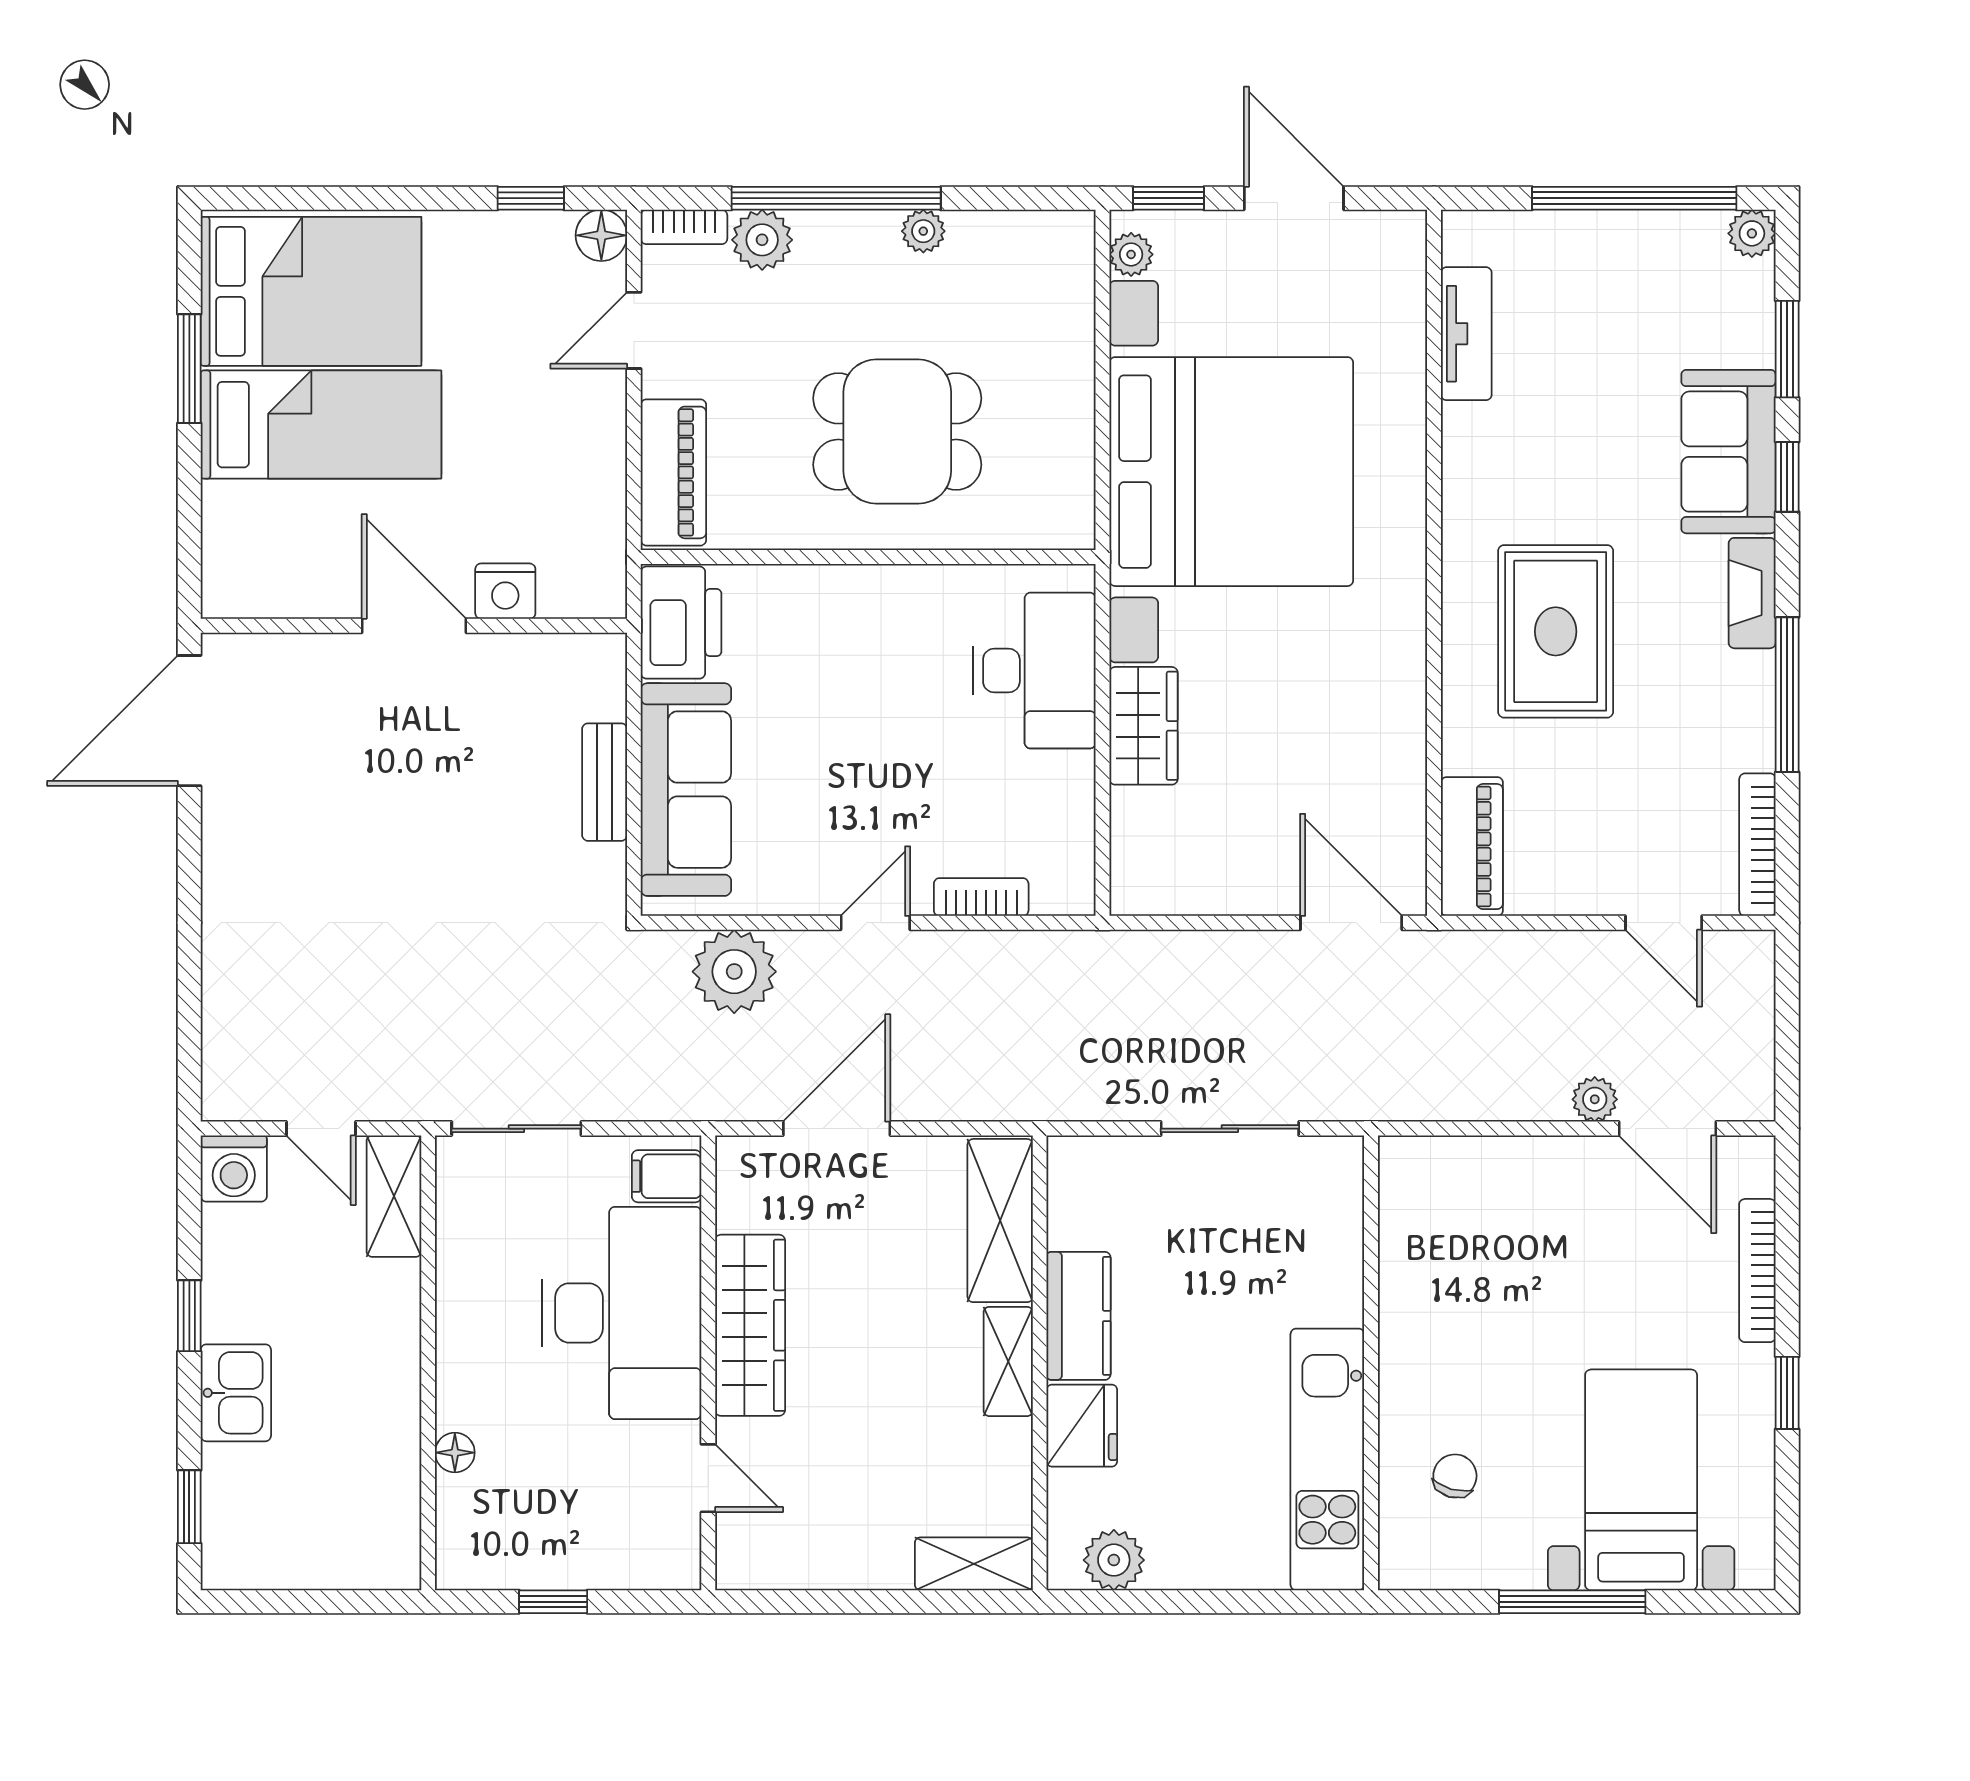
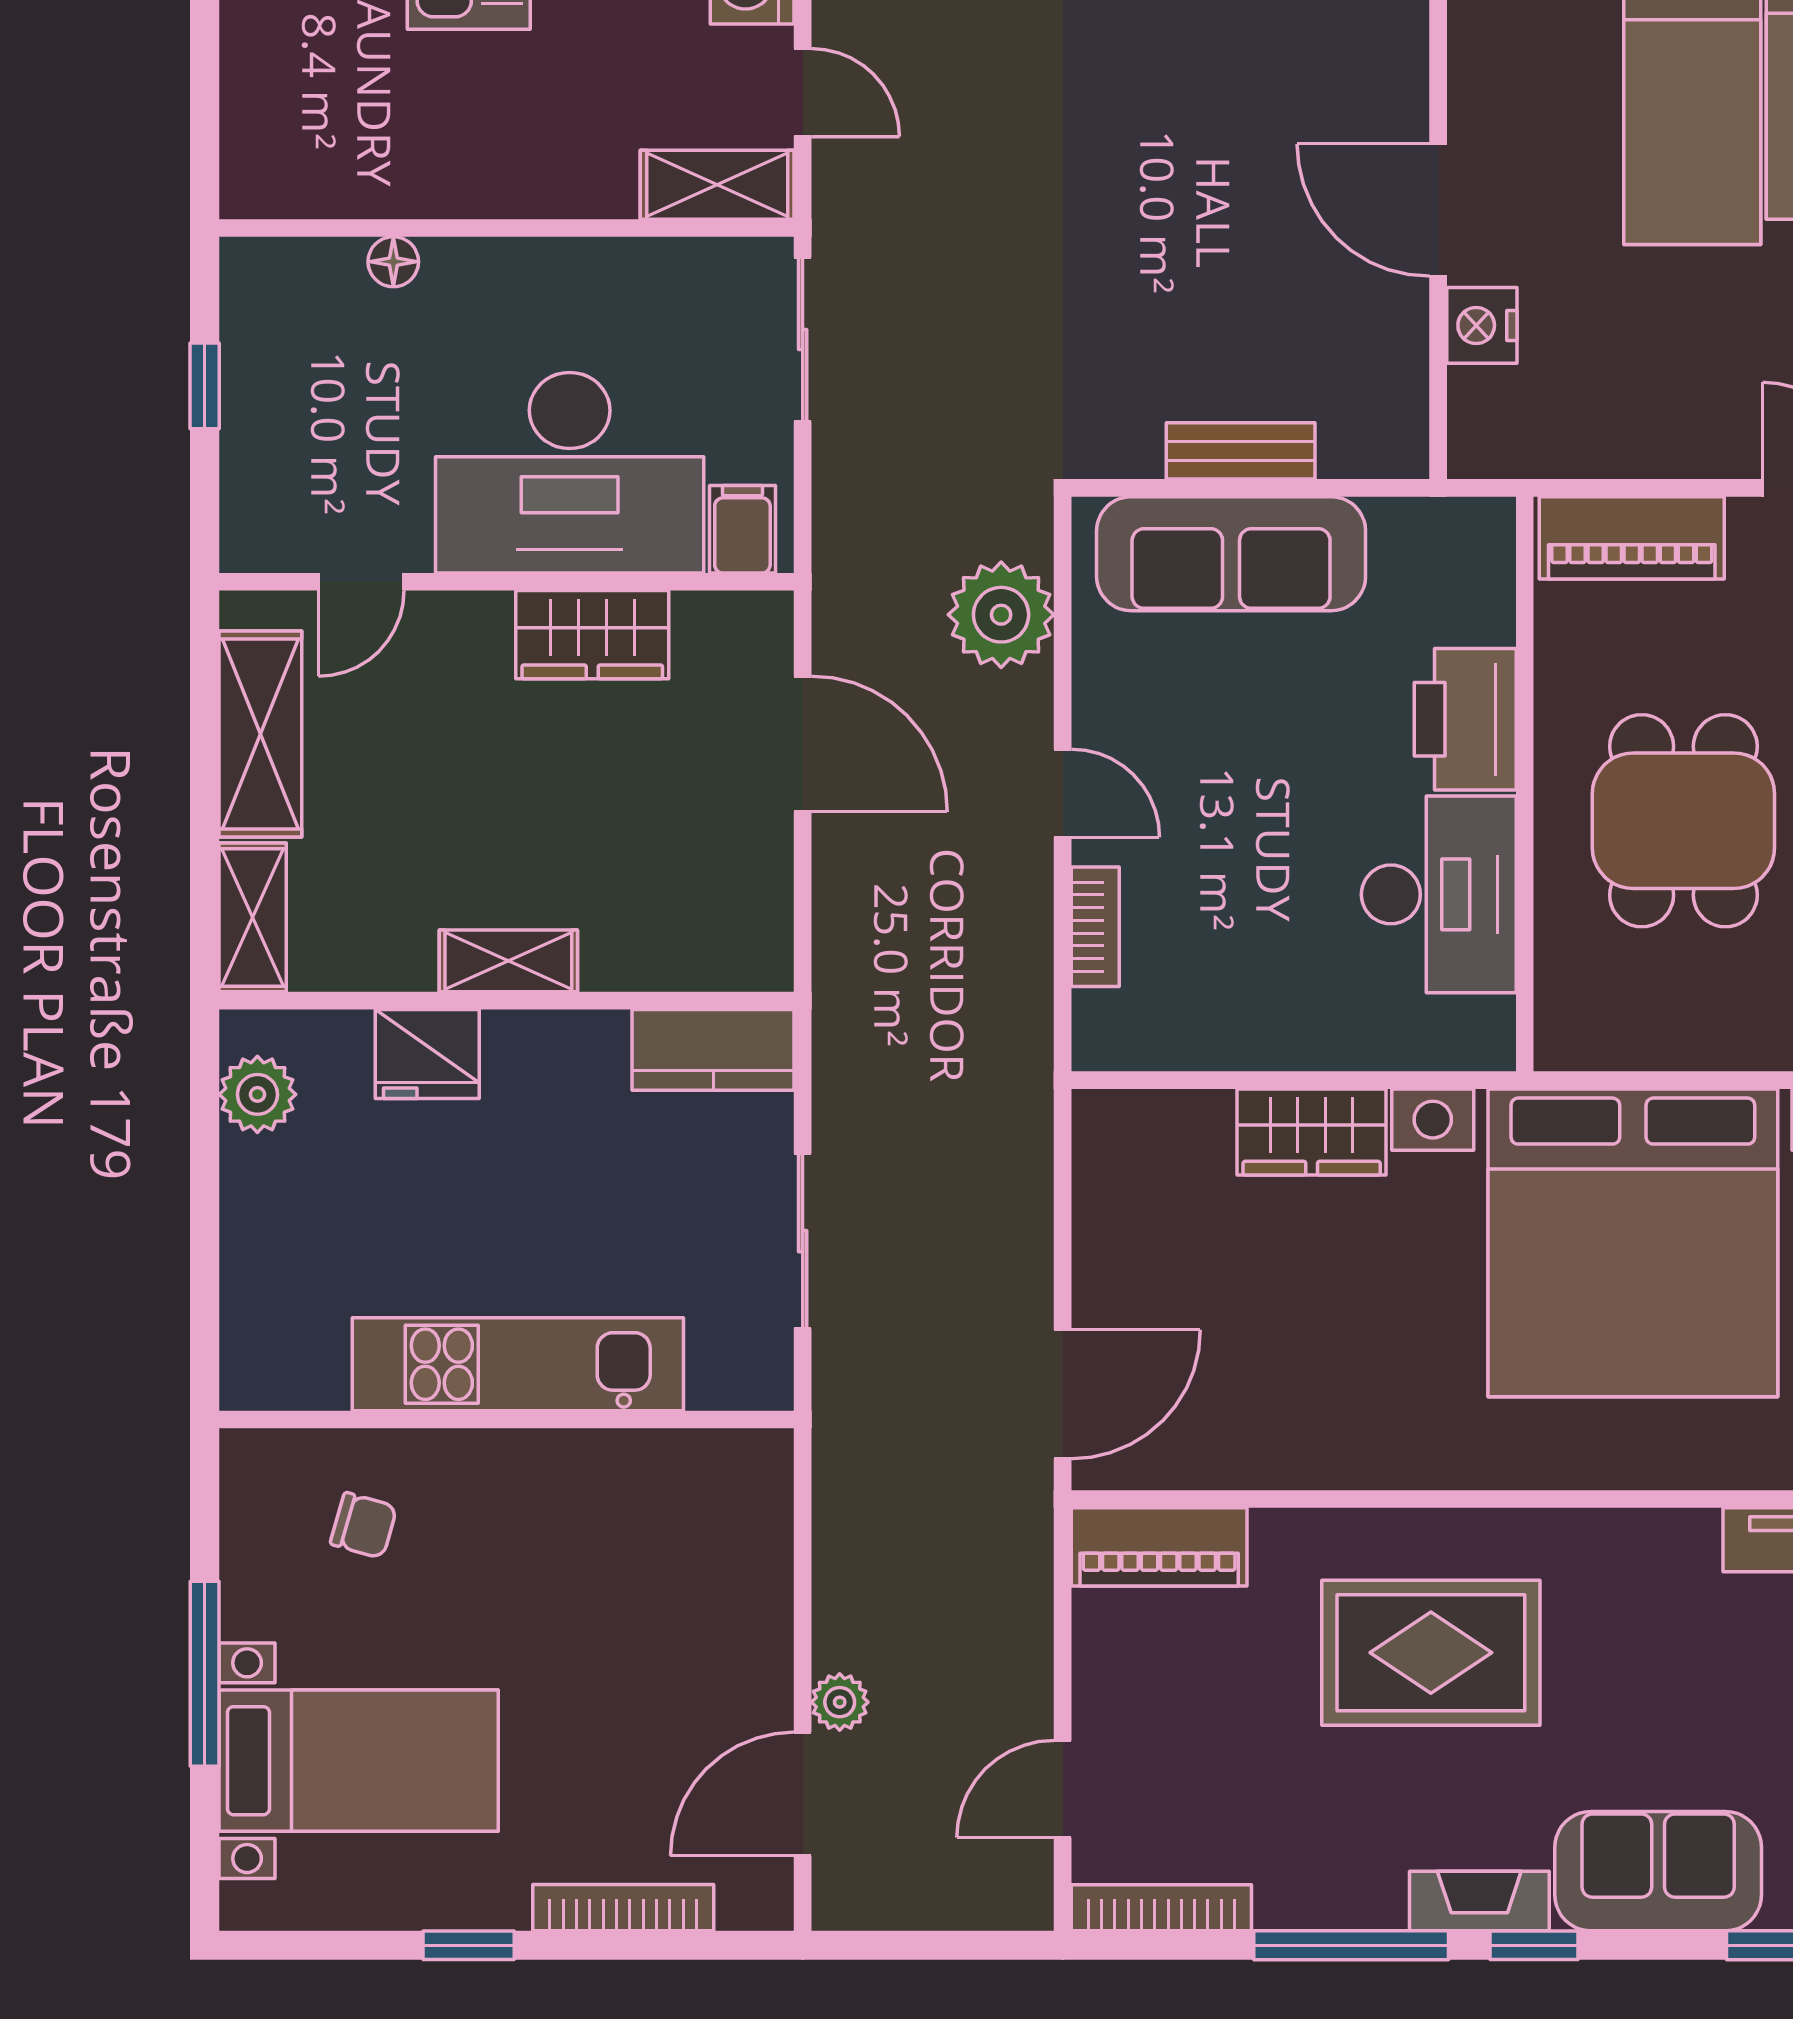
window: (1787, 477) -> (1534, 1945), moved
printer: (681, 623) -> (1465, 719), moved, turned 90
door: (414, 626) -> (1438, 210), swing flipped
desk: (1034, 671) -> (1439, 894), moved, turned -90
door: (321, 1129) -> (803, 93), swing flipped
shelving: (1000, 1221) -> (260, 734), moved, turned 90
kitchen counter: (1079, 1316) -> (713, 1050), moved
wardrobe: (750, 1325) -> (592, 635), width x0.67
kitchen unit: (1327, 1459) -> (518, 1364), moved

